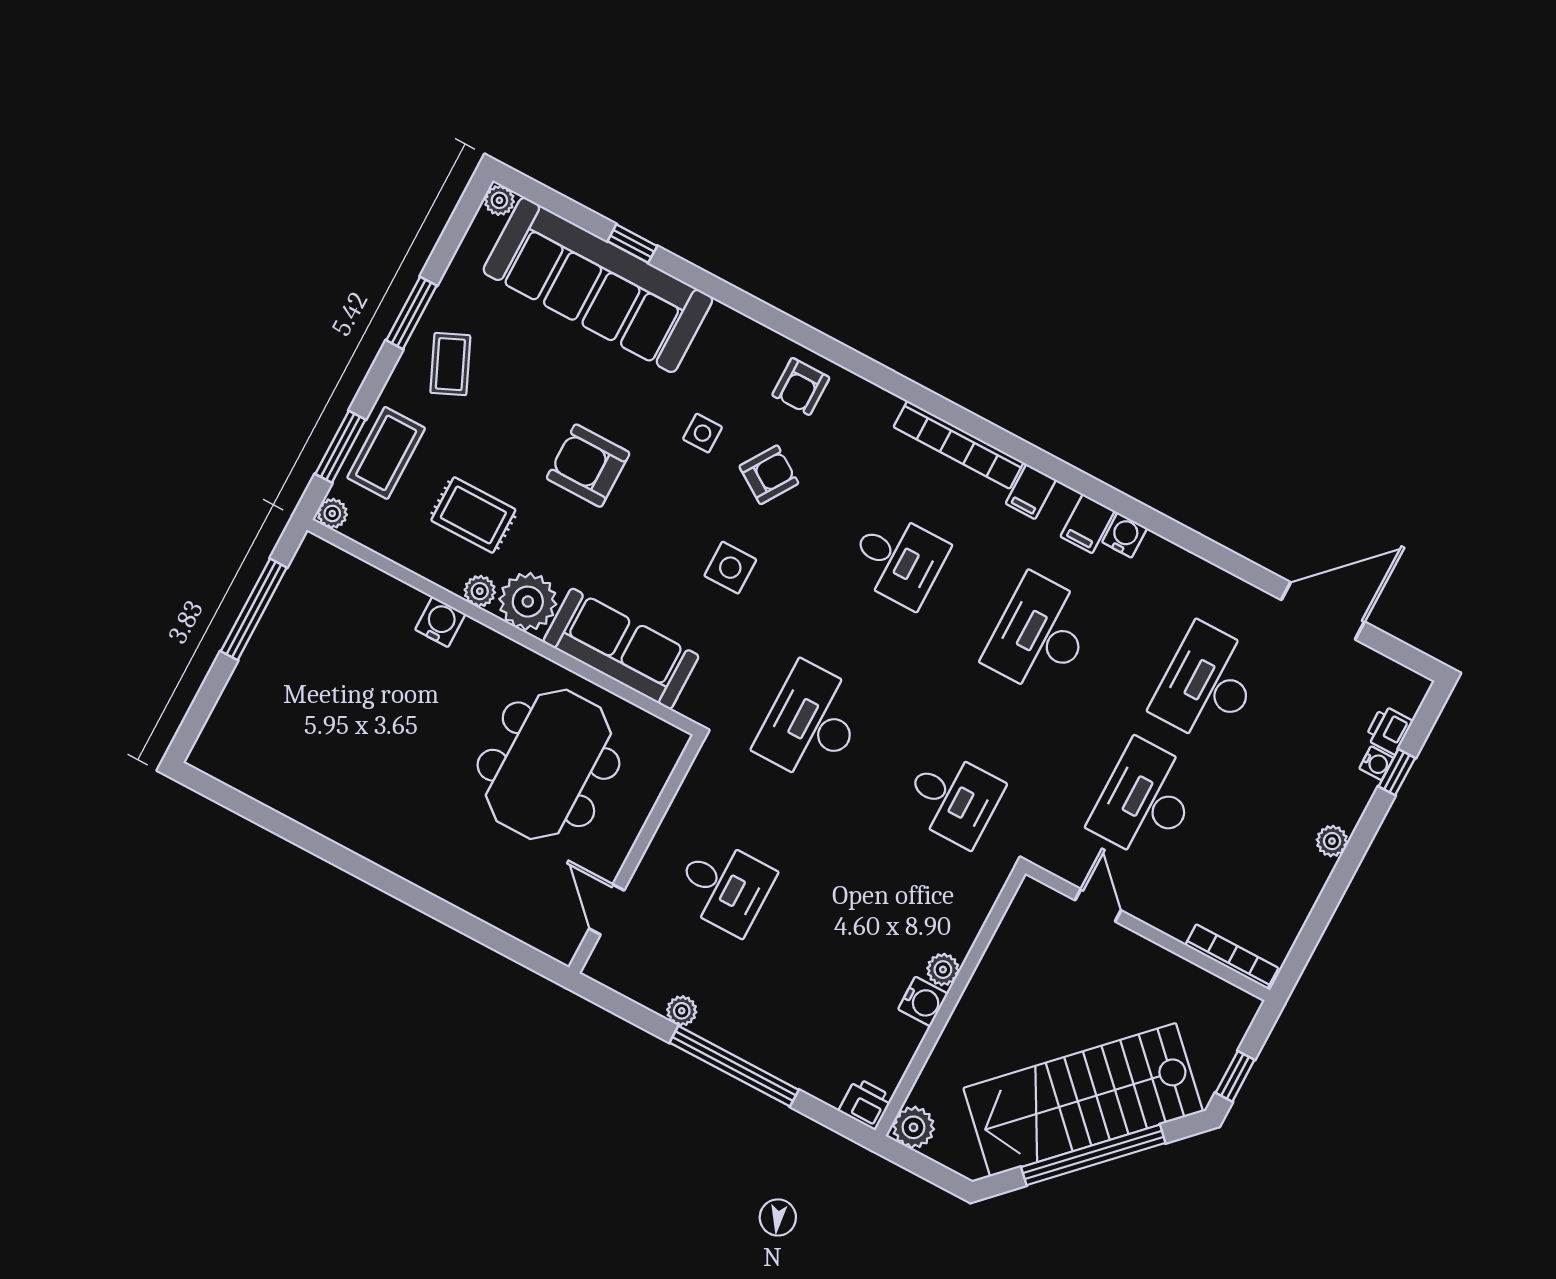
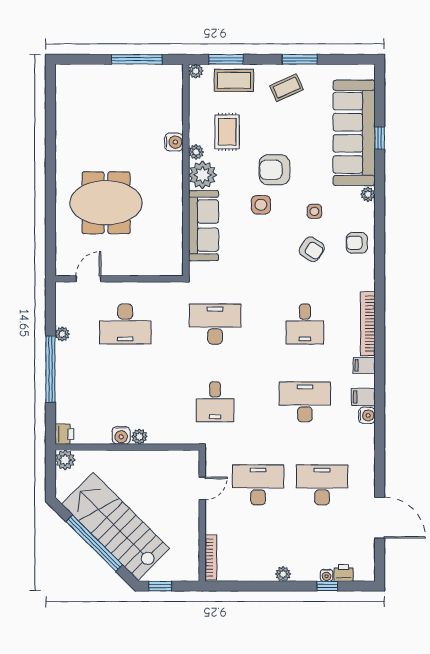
plant: (499, 200) -> (368, 194), moved
armchair: (588, 466) -> (274, 170), turned -90
side table: (730, 568) -> (261, 205), moved
meeting table: (548, 764) -> (106, 203), moved
desk: (724, 886) -> (125, 324), width x1.37

